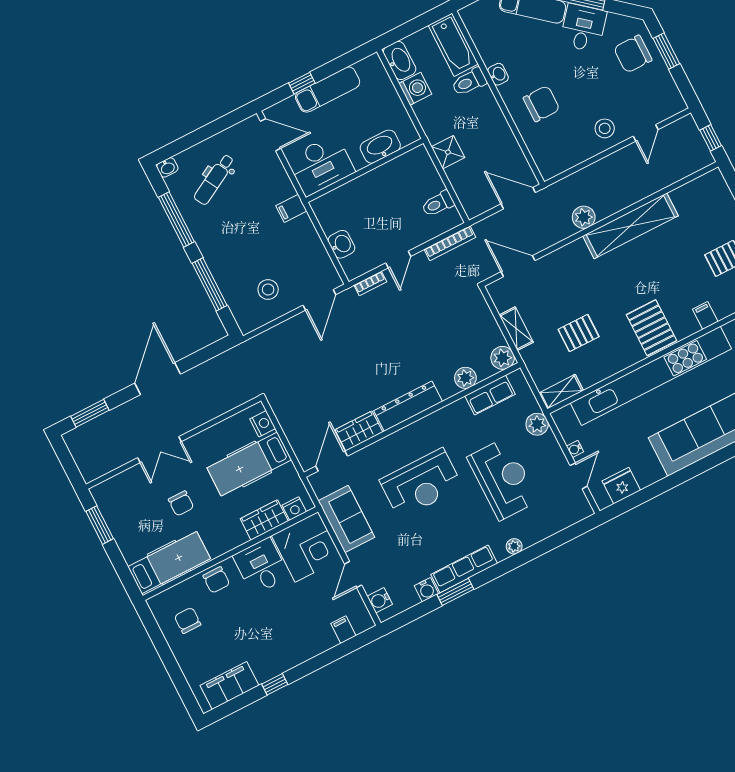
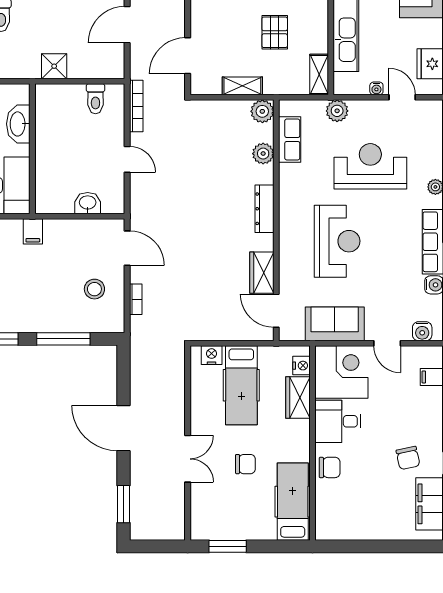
bookcase: (370, 283) -> (136, 299), moved
dresser: (408, 406) -> (264, 209), width x0.73, depth x0.80
chair: (188, 620) -> (408, 458), moved, turned -102

